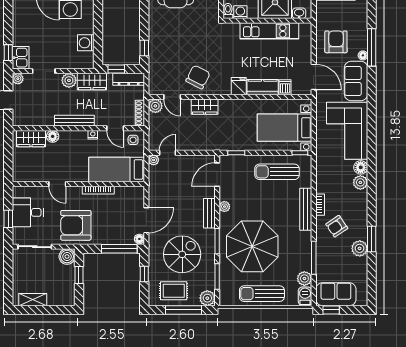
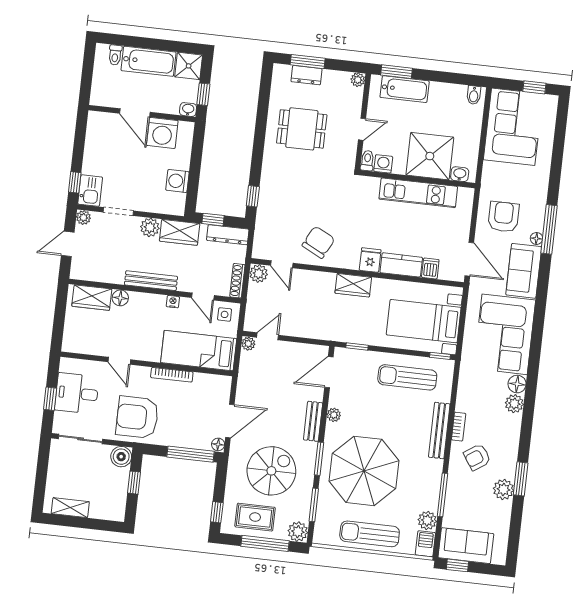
wardrobe: (205, 107) -> (353, 285), moved
window: (144, 274) -> (217, 512), moved

